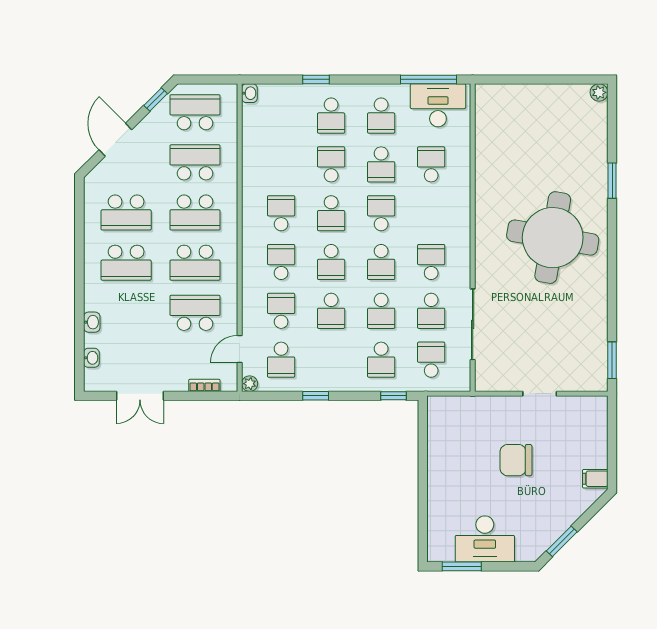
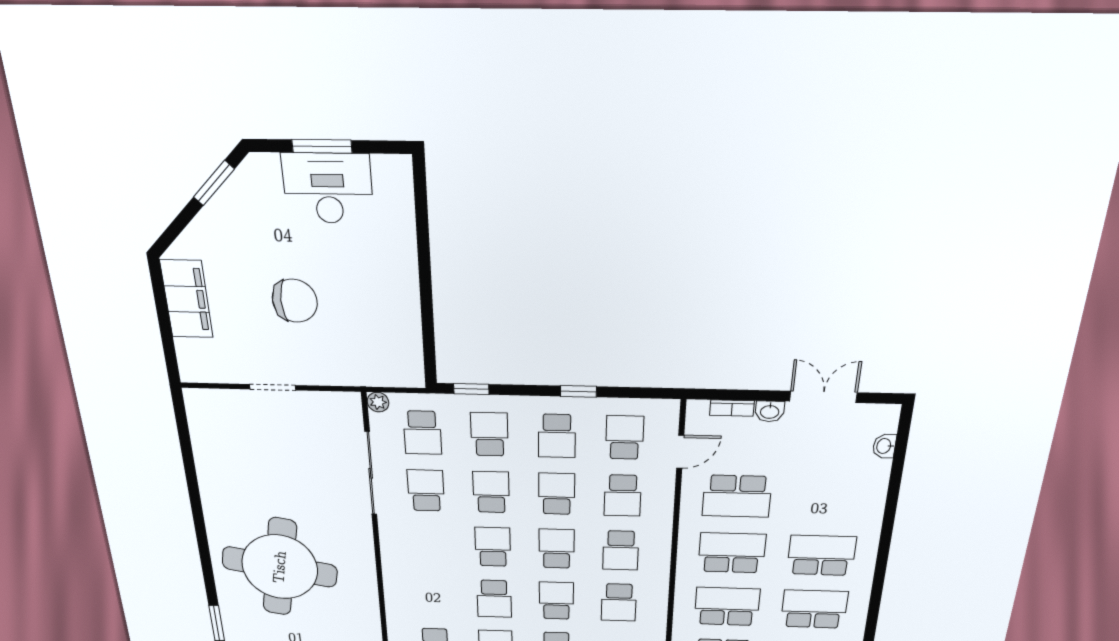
school desk: (431, 262) -> (557, 436), moved
washbasin: (92, 322) -> (770, 411), moved, turned -90
window: (612, 360) -> (183, 426), removed
plant: (250, 384) -> (378, 402), moved
filing cabinet: (595, 479) -> (187, 299), width x3.00, depth x1.17
window: (462, 566) -> (322, 146), moved

